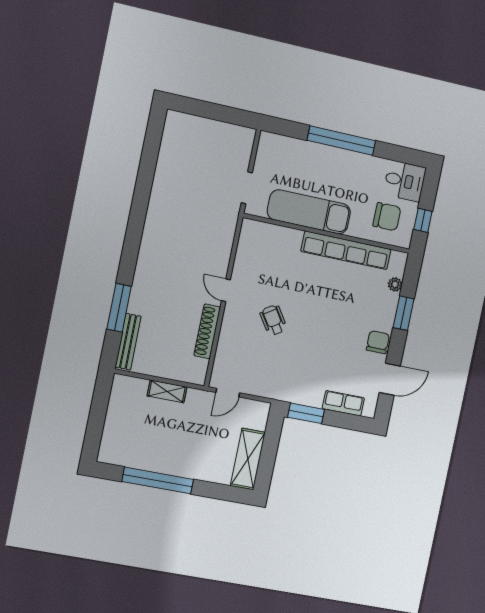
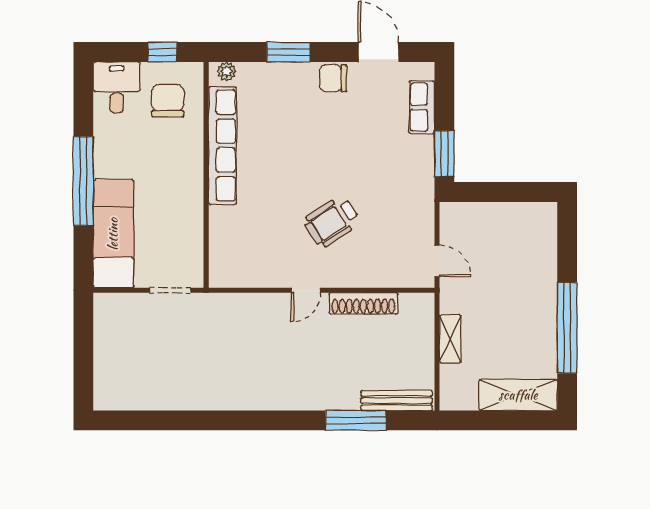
exam couch: (309, 212) -> (113, 234), moved, turned 180
plant: (395, 284) -> (227, 71), moved
wheelchair: (273, 320) -> (332, 221), width x1.36, depth x1.37
shelving: (248, 459) -> (518, 395), moved

